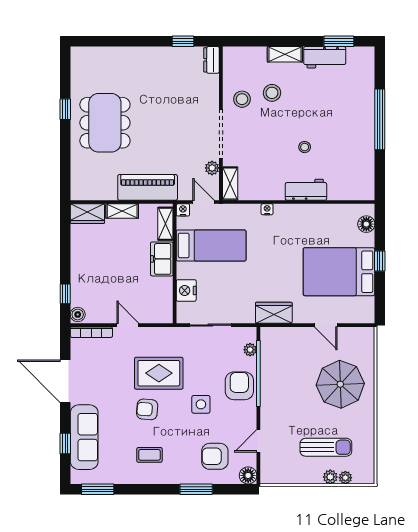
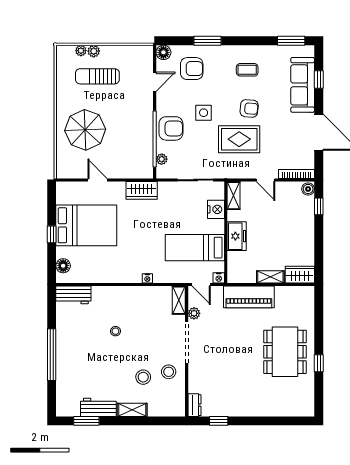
workbench: (306, 190) -> (73, 295), moved
shelving: (165, 224) -> (234, 196), moved
armchair: (239, 386) -> (171, 128), turned -90

